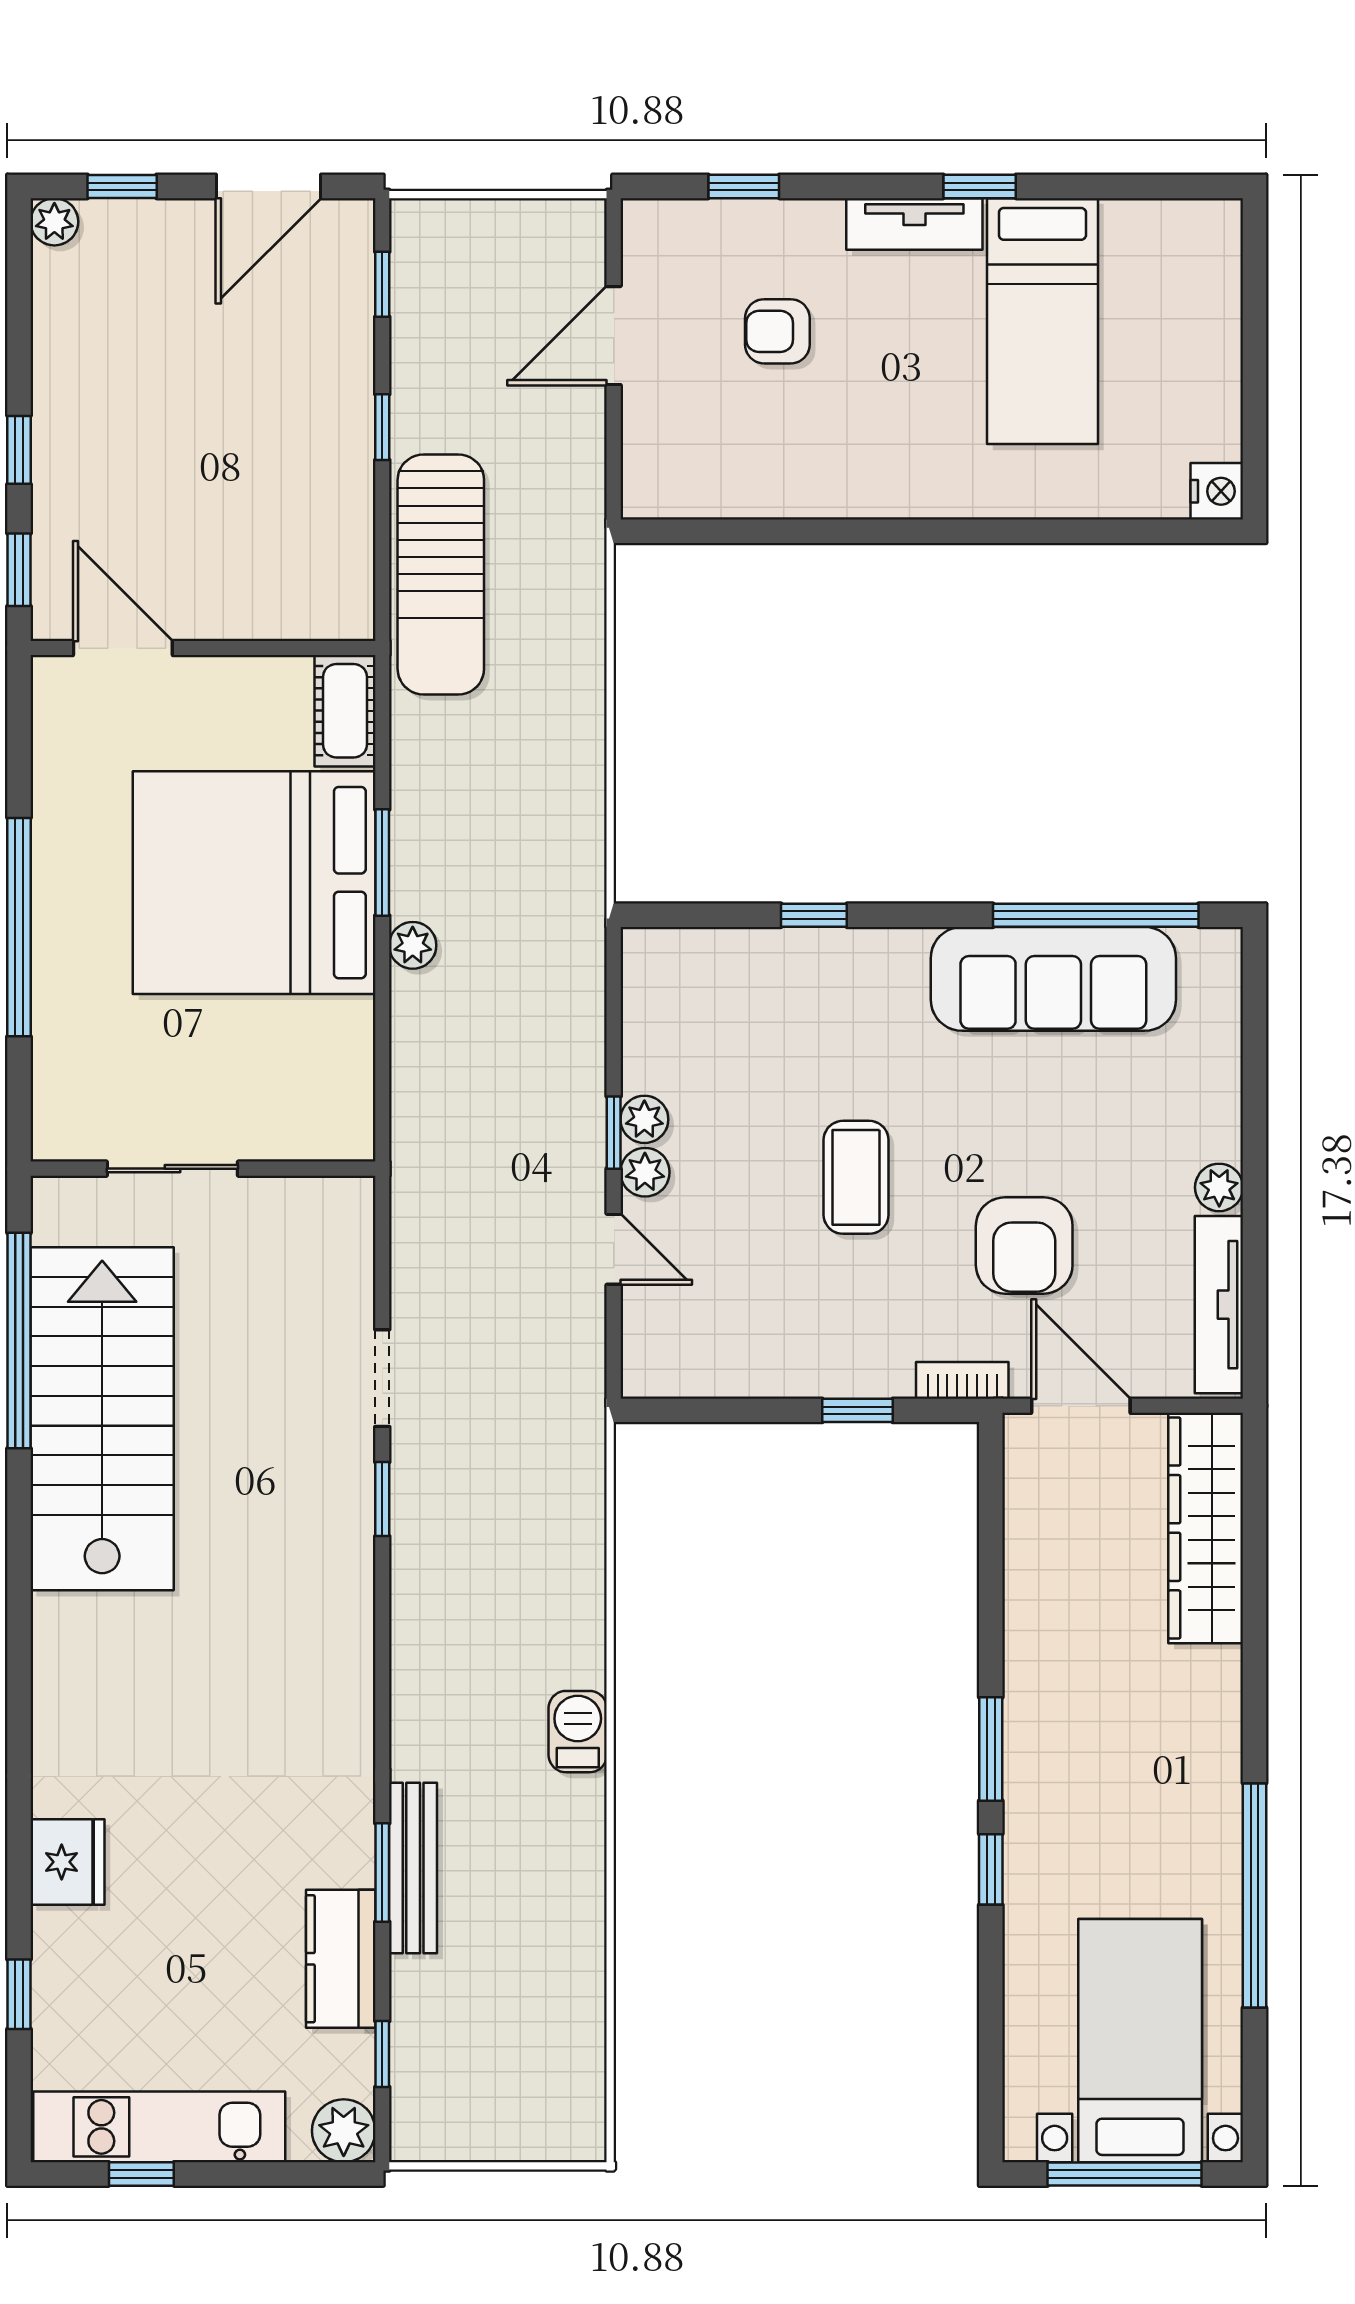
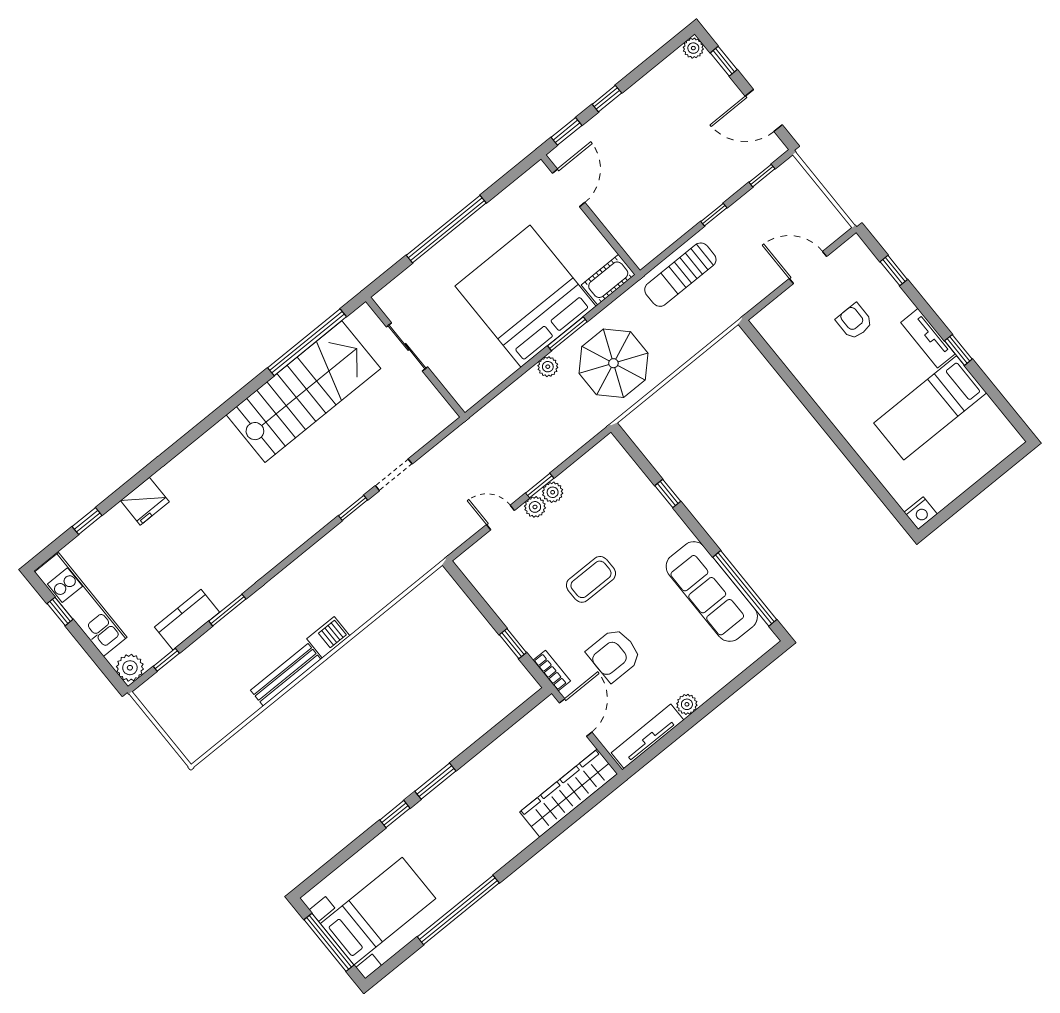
sun lounger: (441, 574) -> (680, 275), width x0.73, depth x0.75
parasol: (502, 823) -> (613, 363), added
door: (614, 1249) -> (500, 517), swing flipped
bench: (413, 1868) -> (286, 675), moved

